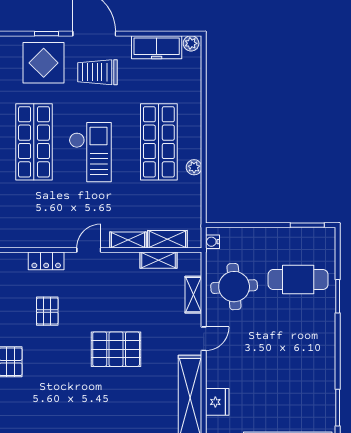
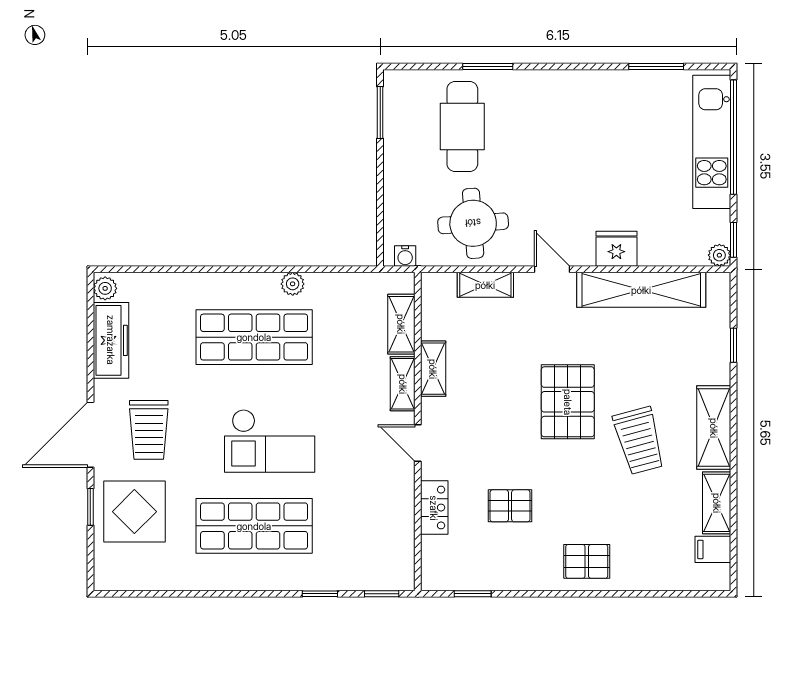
checkout: (90, 152) -> (270, 441), turned 180
shelving: (159, 260) -> (433, 369), moved
trolley: (90, 396) -> (639, 441), added
fridge: (217, 402) -> (616, 249), moved

